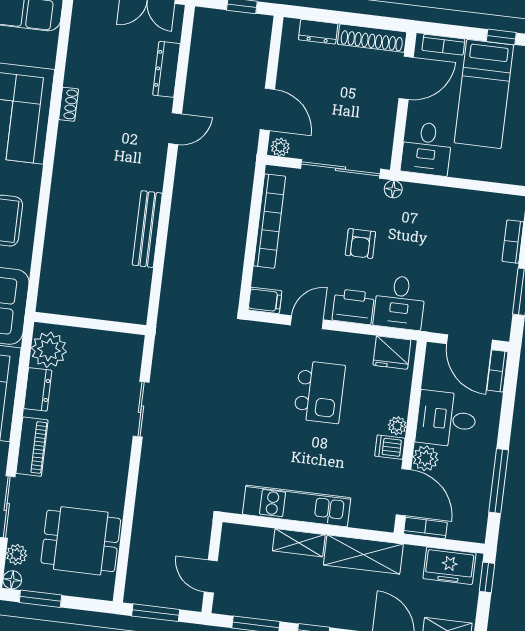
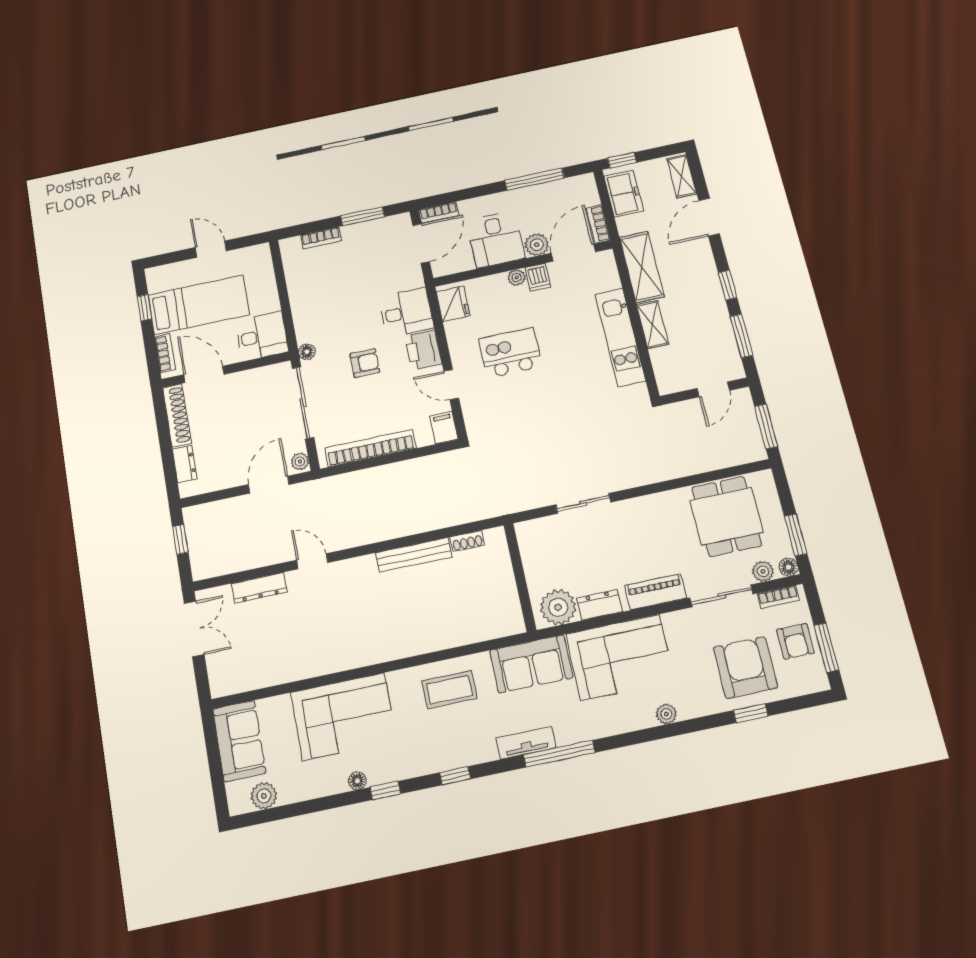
shoe rack: (69, 104) -> (467, 541), moved, turned 180

